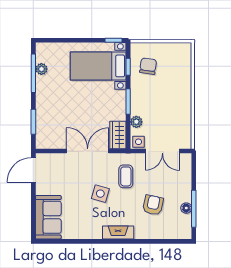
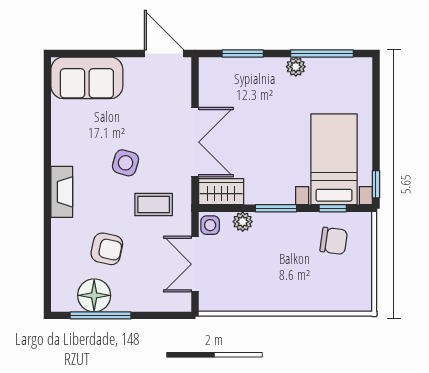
plant: (41, 69) -> (296, 67), moved
floor lamp: (186, 208) -> (94, 295), width x1.89, depth x1.89

